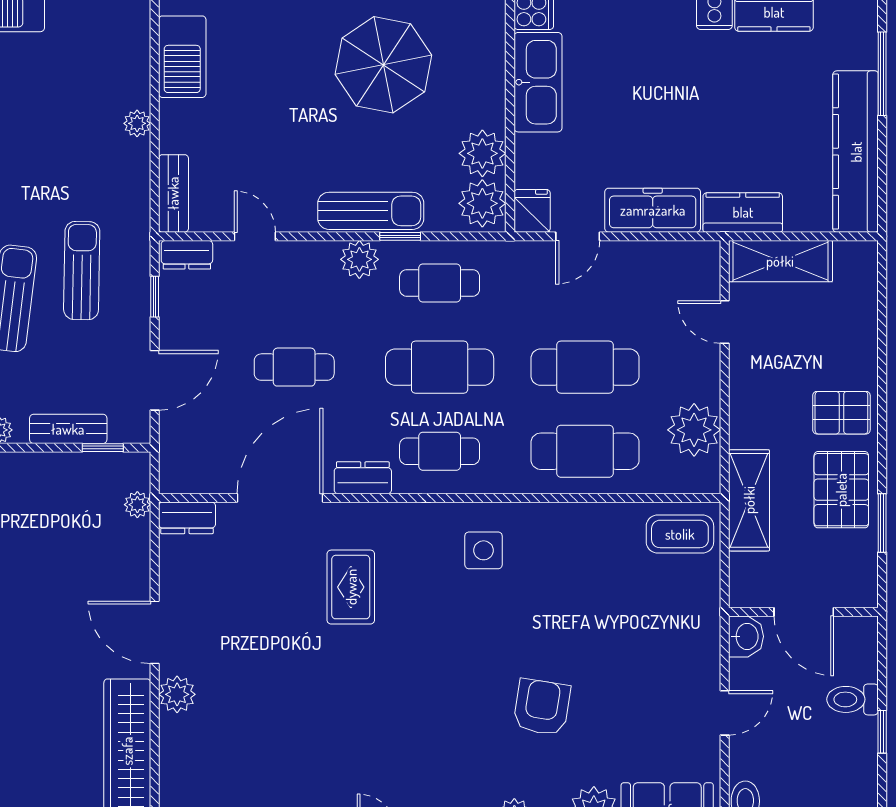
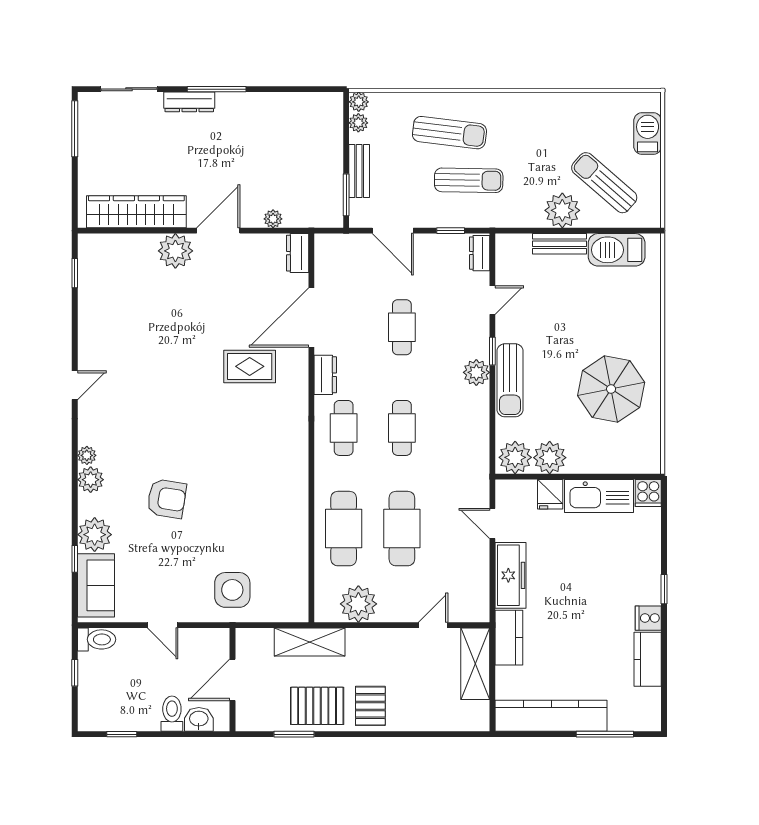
sun lounger: (85, 75) -> (604, 183), added
plant: (137, 123) -> (562, 210), width x1.88, depth x1.88
bench: (173, 193) -> (560, 244), moved
fridge: (532, 211) -> (550, 494), moved, turned 90
window: (400, 236) -> (492, 351), moved
cafe table: (440, 283) -> (460, 428), removed
cafe table: (440, 367) -> (402, 428), width x0.73, depth x0.74
window: (103, 448) -> (346, 195), width x1.50
door: (280, 498) -> (311, 317), swing flipped
plant: (137, 505) -> (273, 219), moved
coffee table: (680, 534) -> (286, 594), removed
side table: (484, 550) -> (232, 590), moved, width x1.37, depth x1.37
washbasin: (746, 636) -> (199, 719), moved, turned 180
plant: (177, 694) -> (175, 251), width x1.36, depth x1.36
window: (882, 732) -> (122, 734), moved

